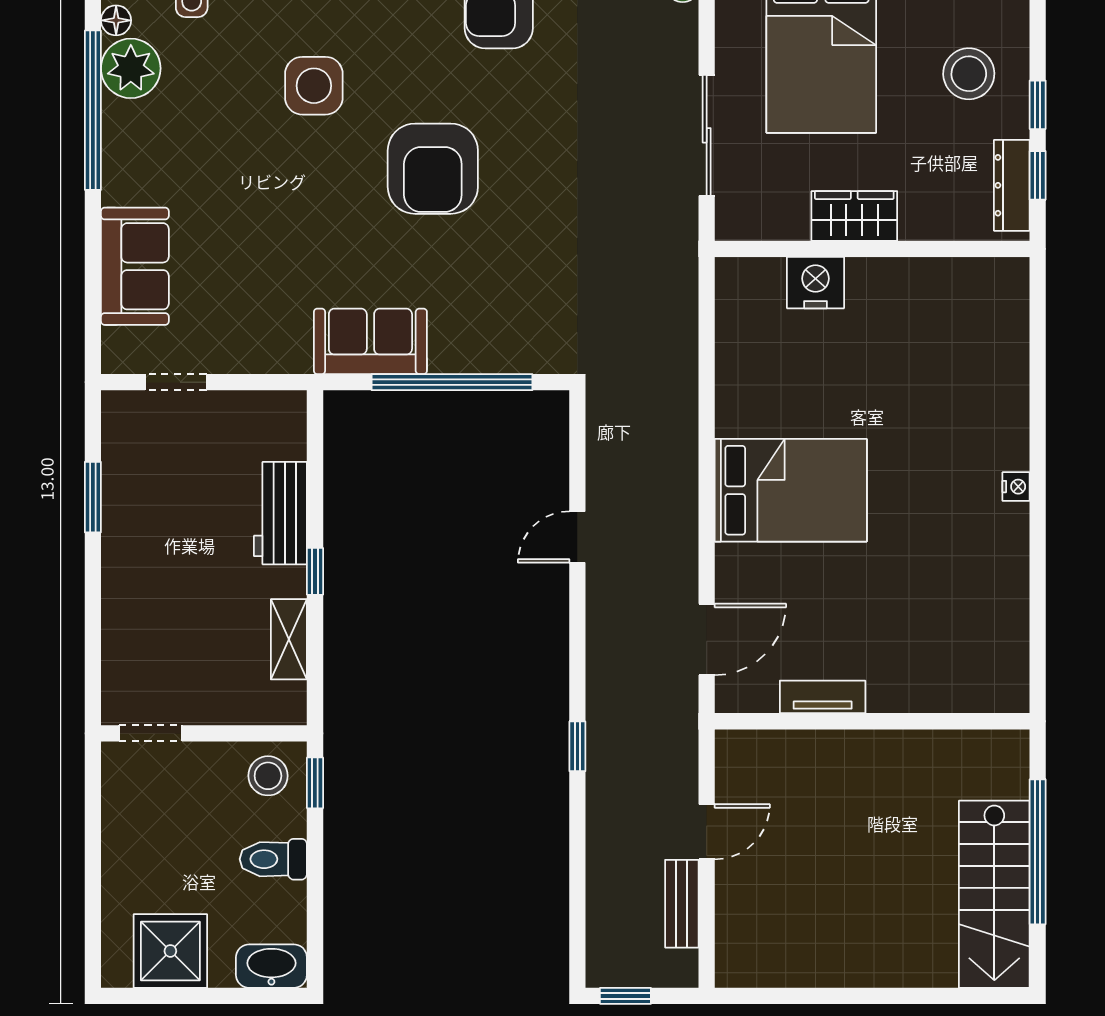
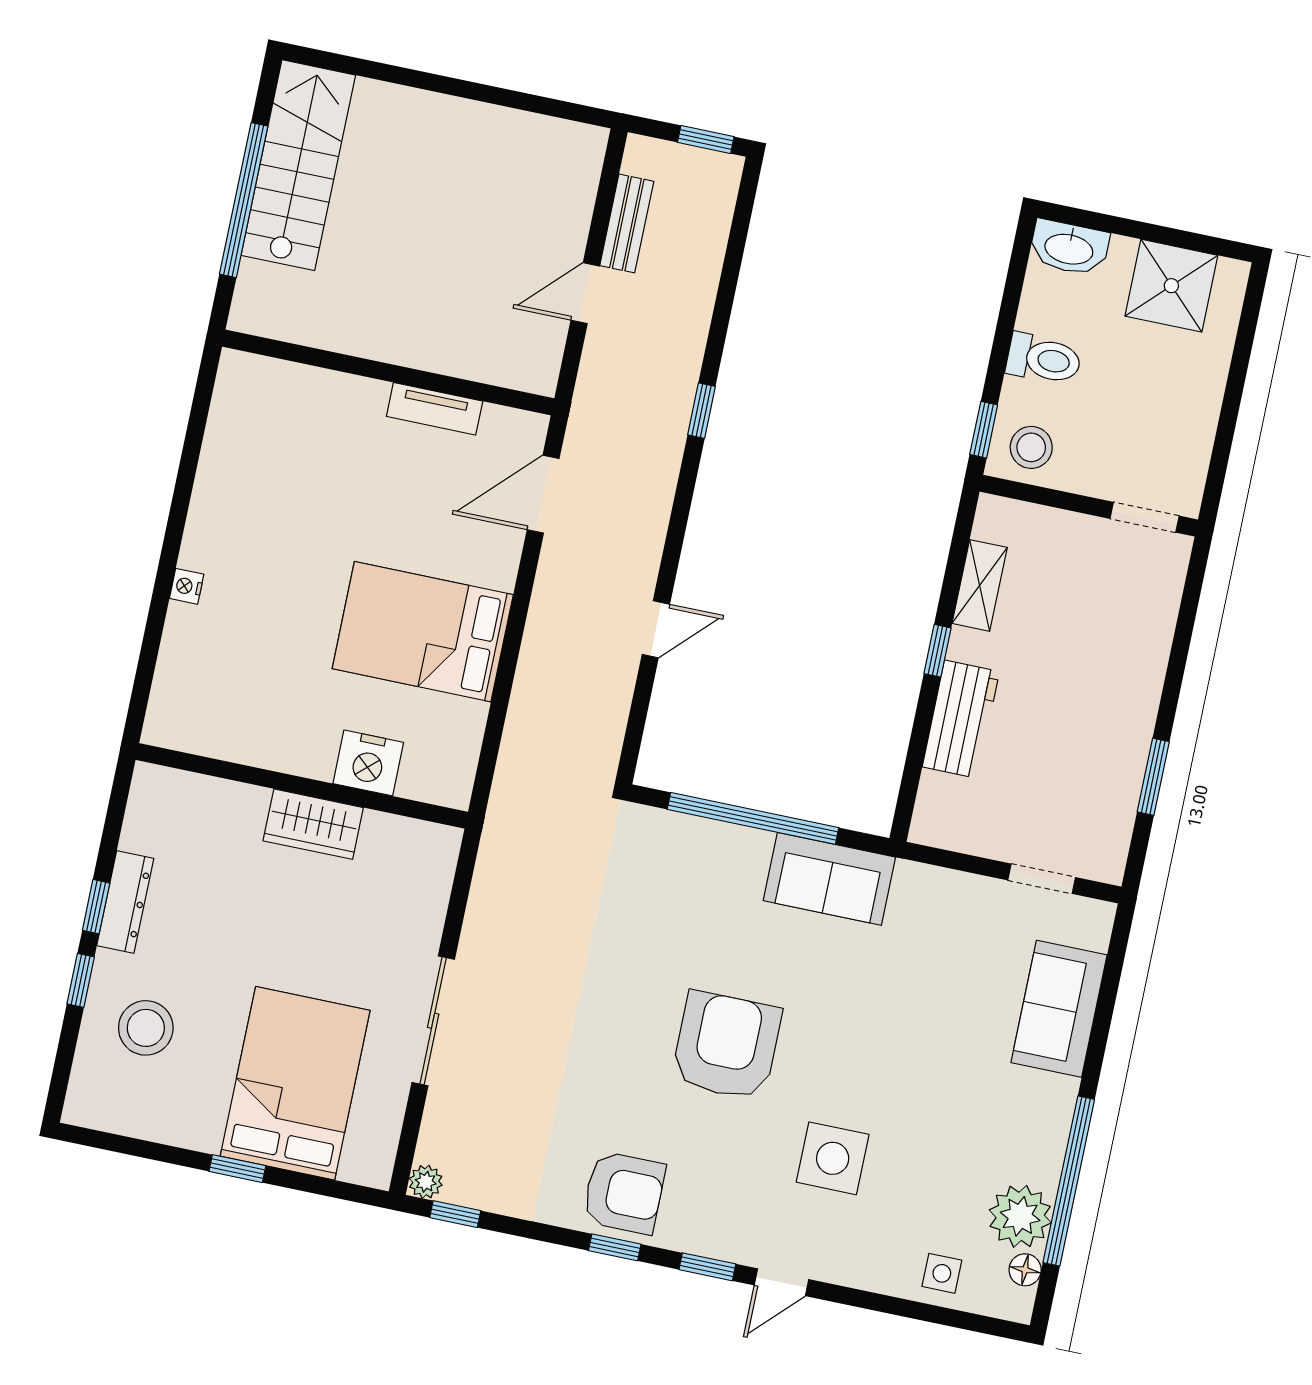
wardrobe: (854, 216) -> (313, 824), moved
wall: (872, 249) -> (302, 786), moved
nightstand: (816, 283) -> (368, 763), moved

